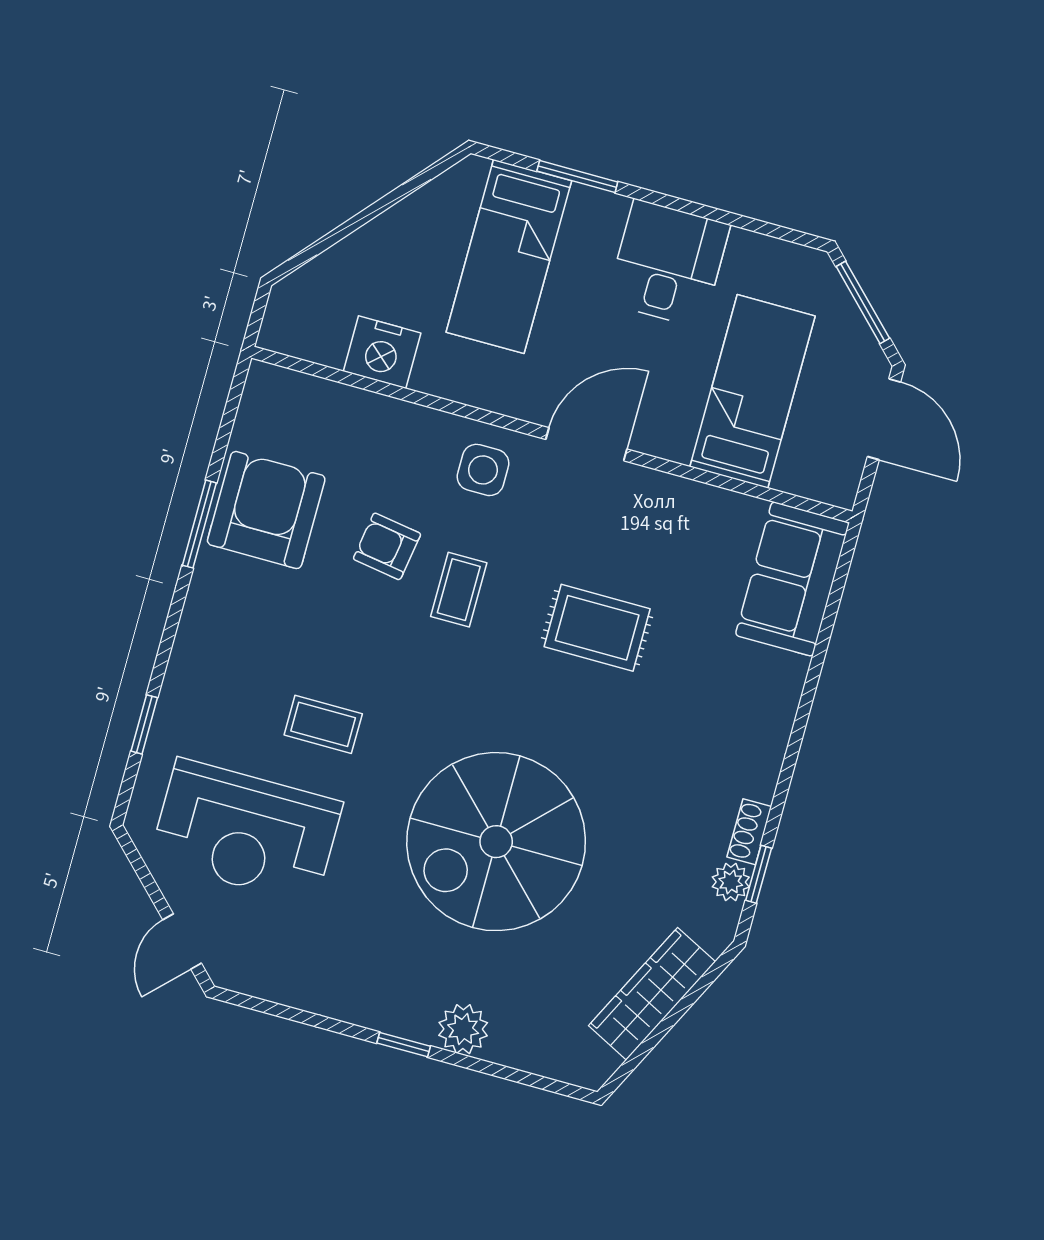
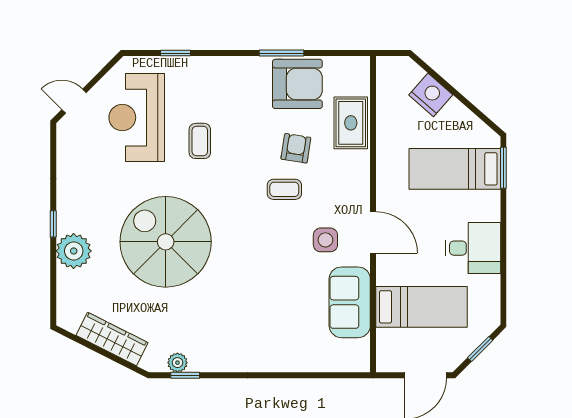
window: (577, 177) -> (503, 168), moved
window: (863, 302) -> (480, 349), width x0.67
nightstand: (382, 352) -> (431, 95), moved, turned 131
side table: (483, 470) -> (325, 240), moved
sofa: (792, 579) -> (350, 302), moved, turned -90
rug: (597, 628) -> (351, 123), moved
shoe rack: (749, 832) -> (205, 365), removed
plant: (463, 1029) -> (74, 251), width x1.36, depth x1.36

